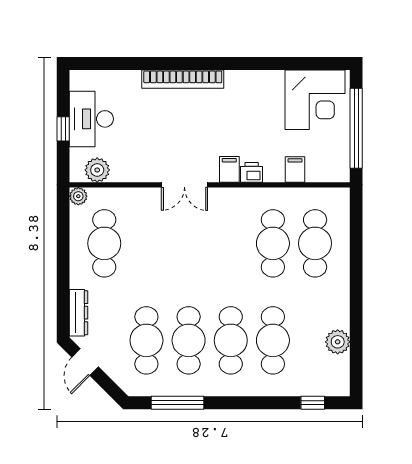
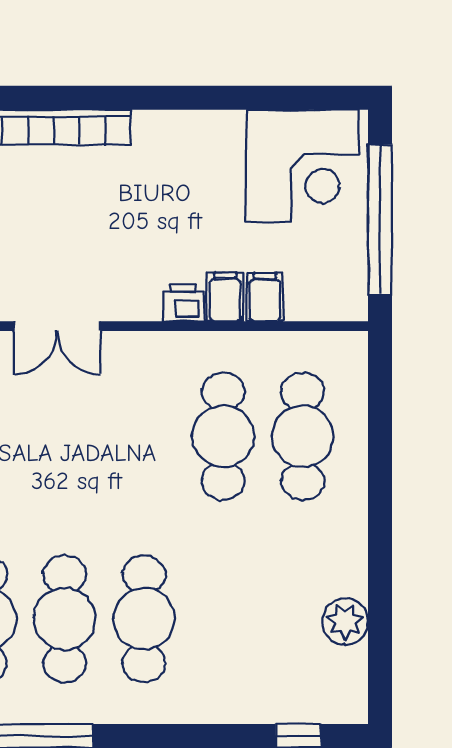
filing cabinet: (229, 169) -> (225, 297), moved
cafe table: (273, 340) -> (223, 619), removed

